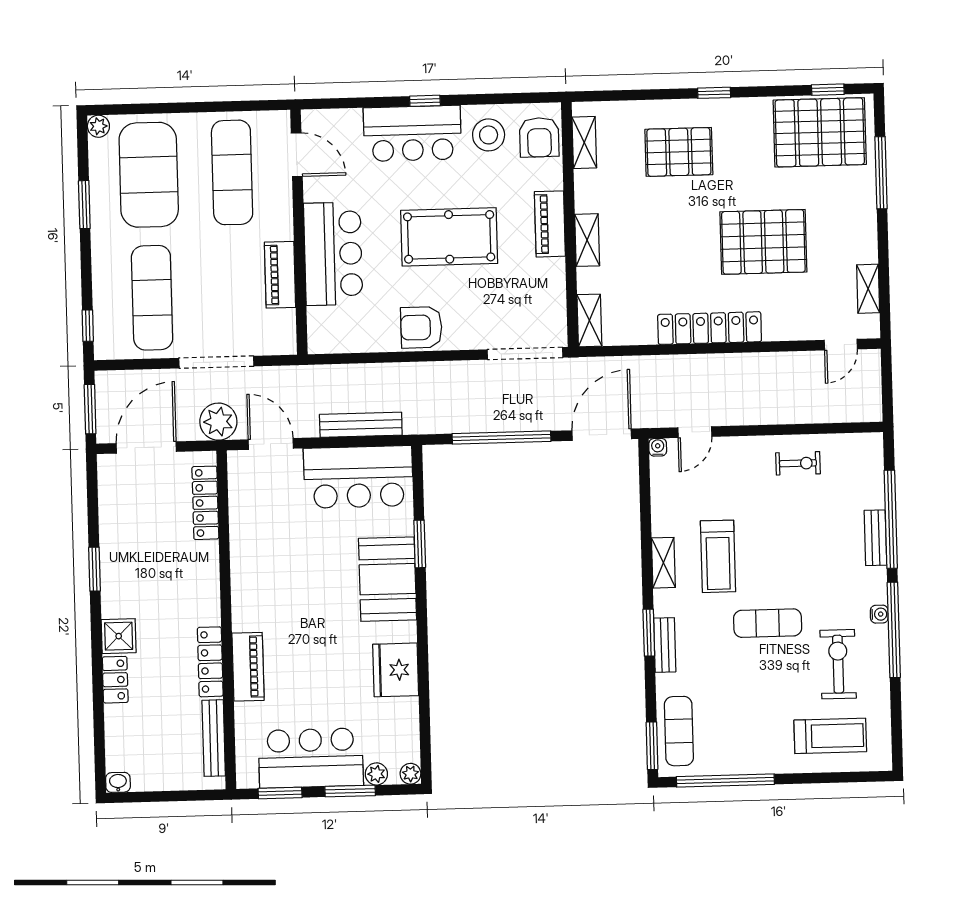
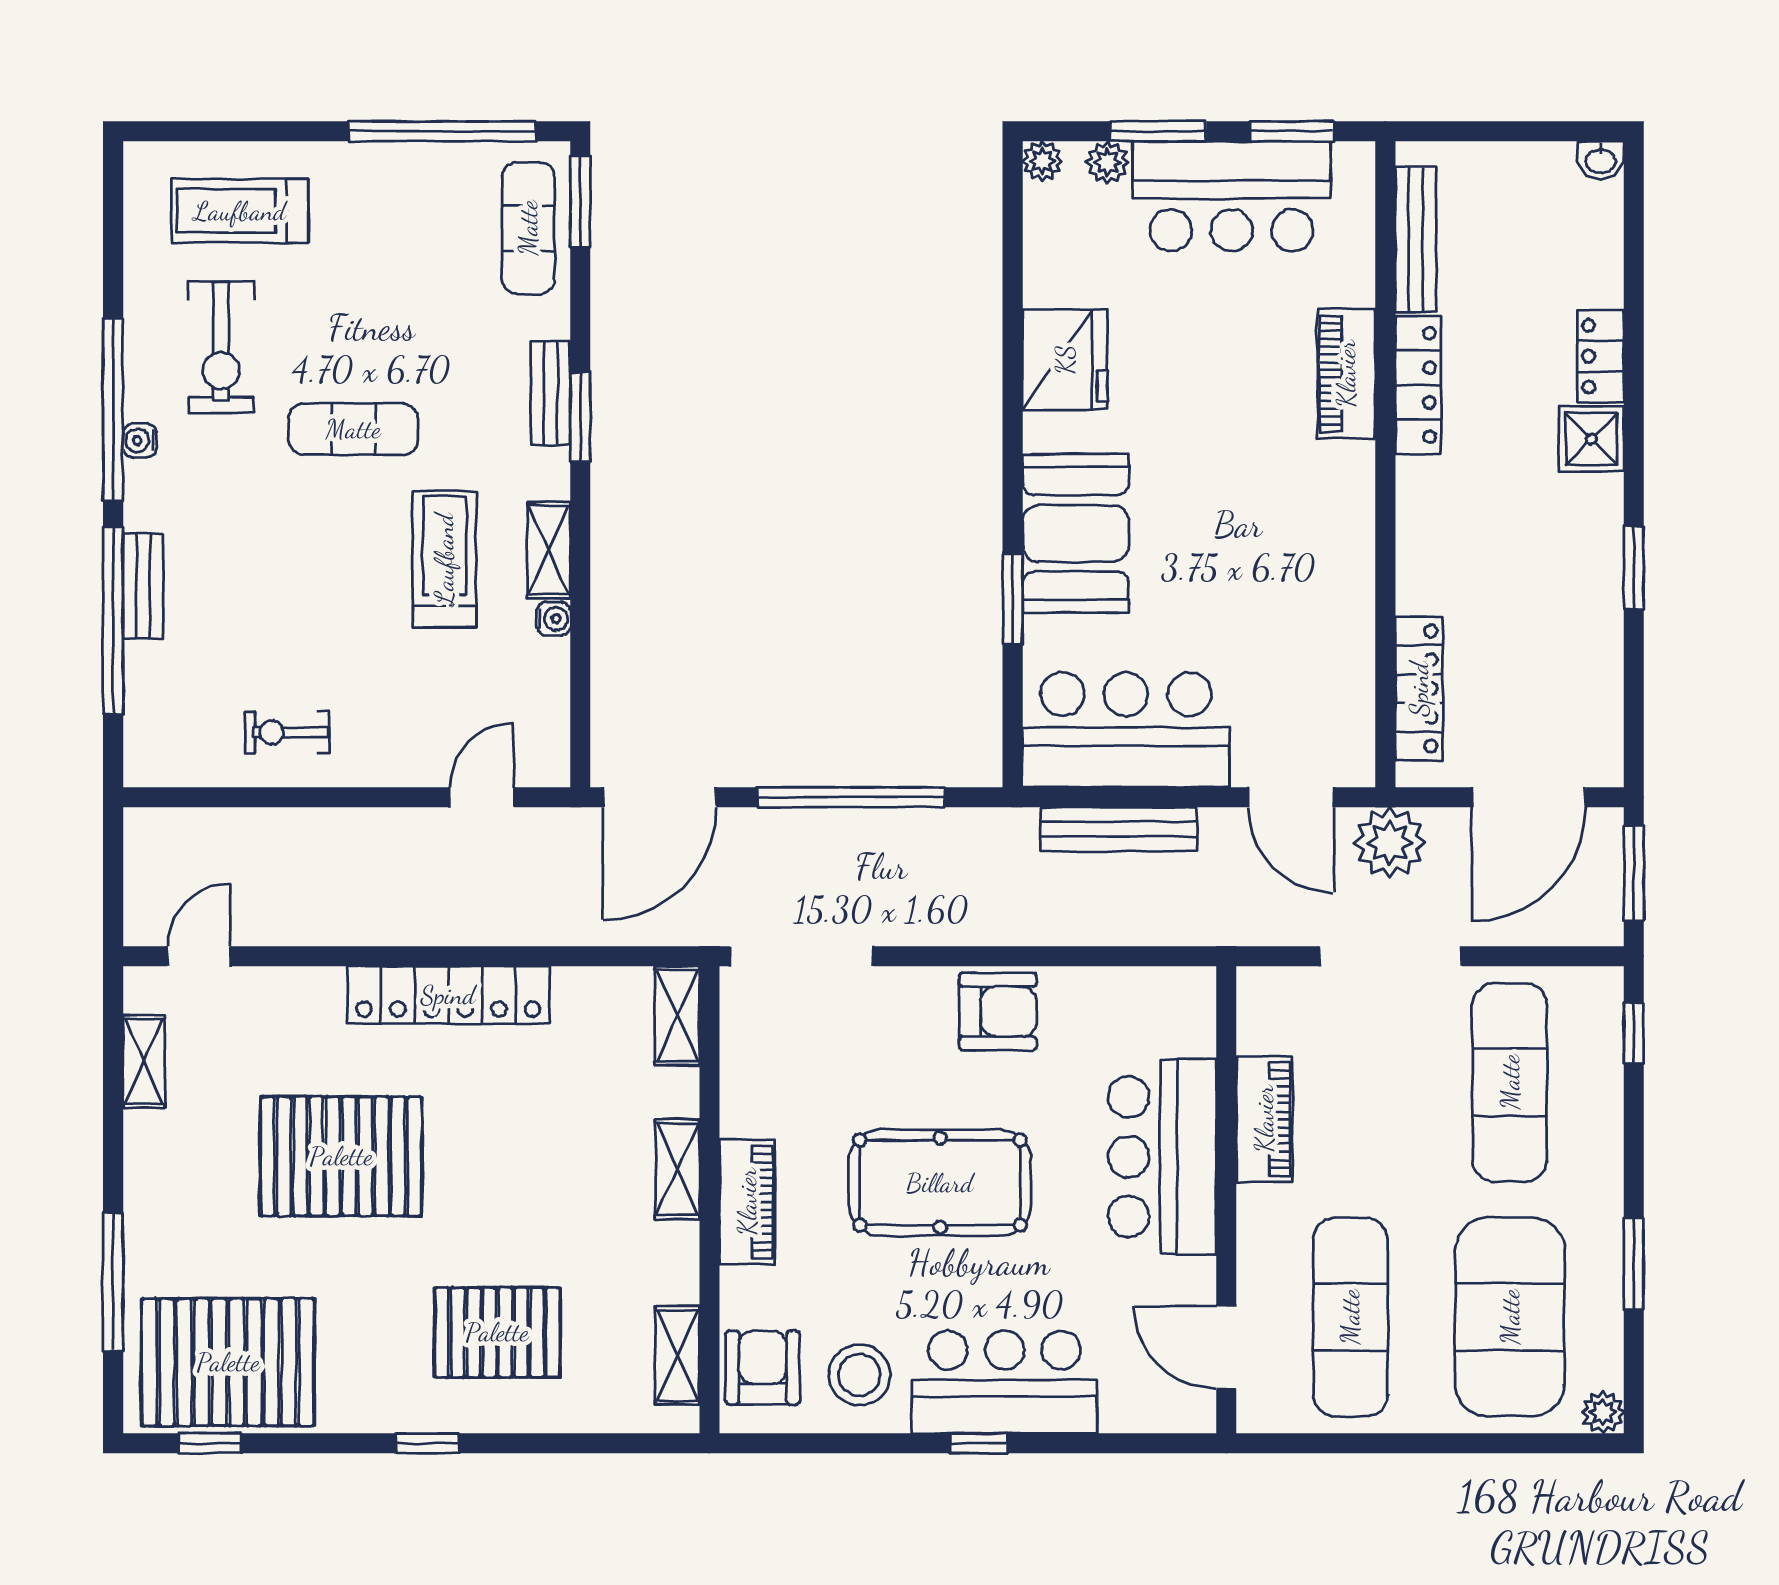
water cooler: (658, 447) -> (553, 619), moved, turned -90

